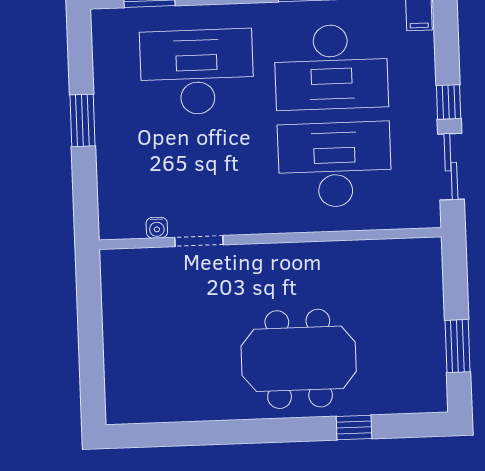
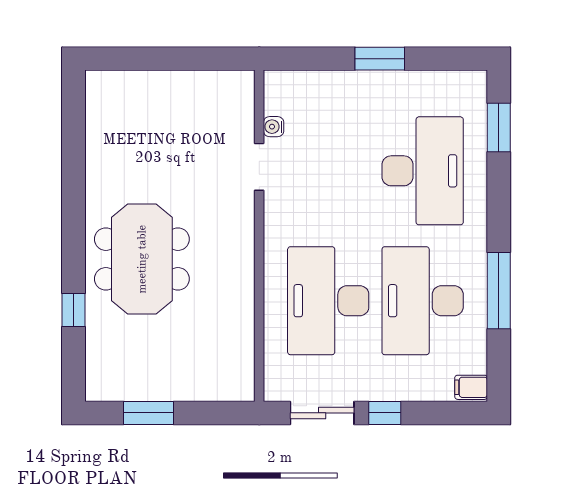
desk: (335, 165) -> (328, 301), turned 180

